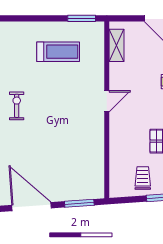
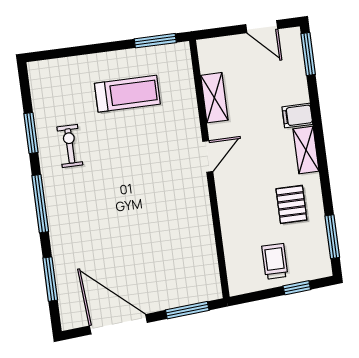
shelving: (117, 45) -> (214, 98), moved
exercise bike: (17, 106) -> (70, 146), moved

